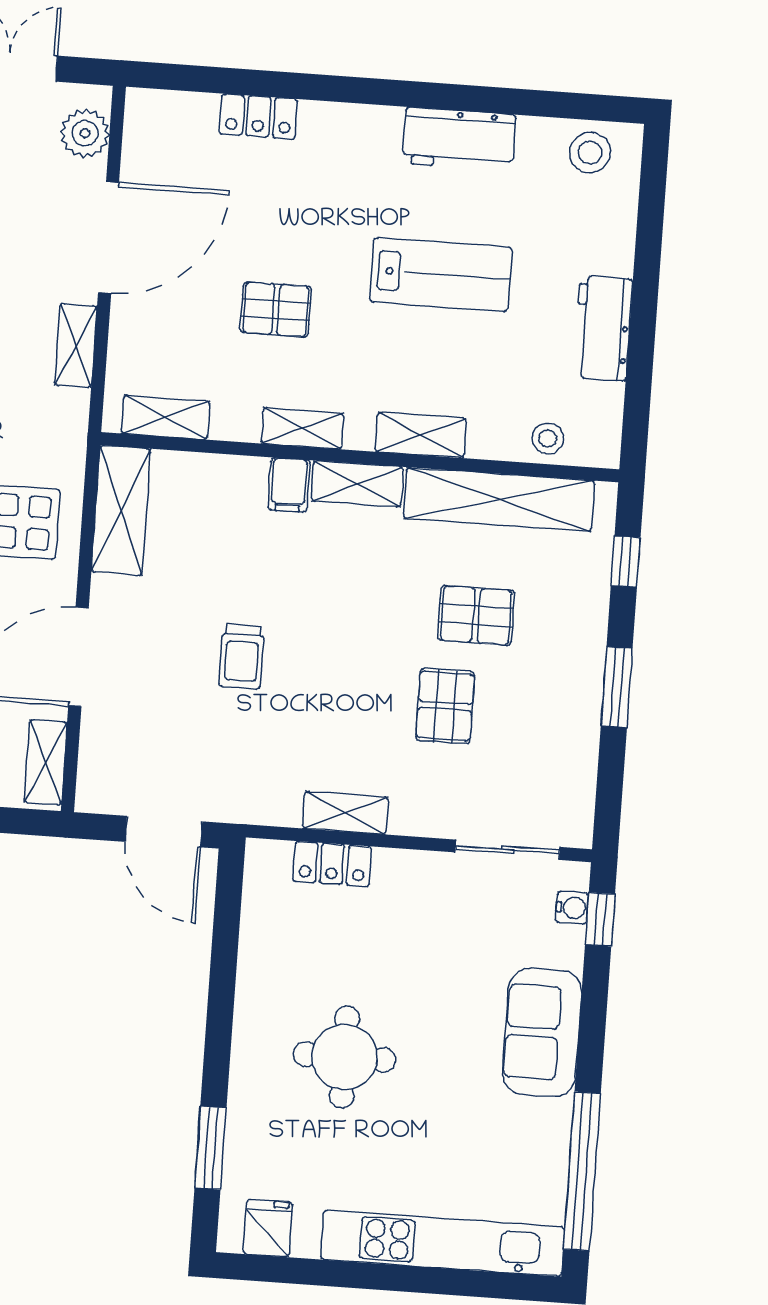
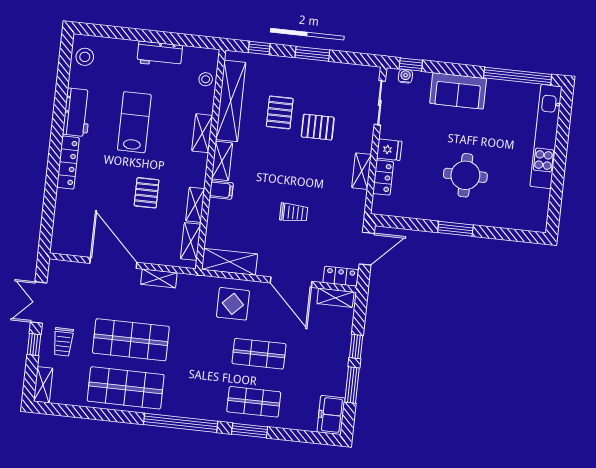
locker: (258, 116) -> (68, 163), moved, width x1.53
plant: (85, 133) -> (69, 271), removed
shelving: (302, 428) -> (195, 205), moved
locker: (97, 773) -> (341, 276), added
window: (210, 1148) -> (455, 229), moved
fridge: (268, 1228) -> (389, 150), moved, turned 180

